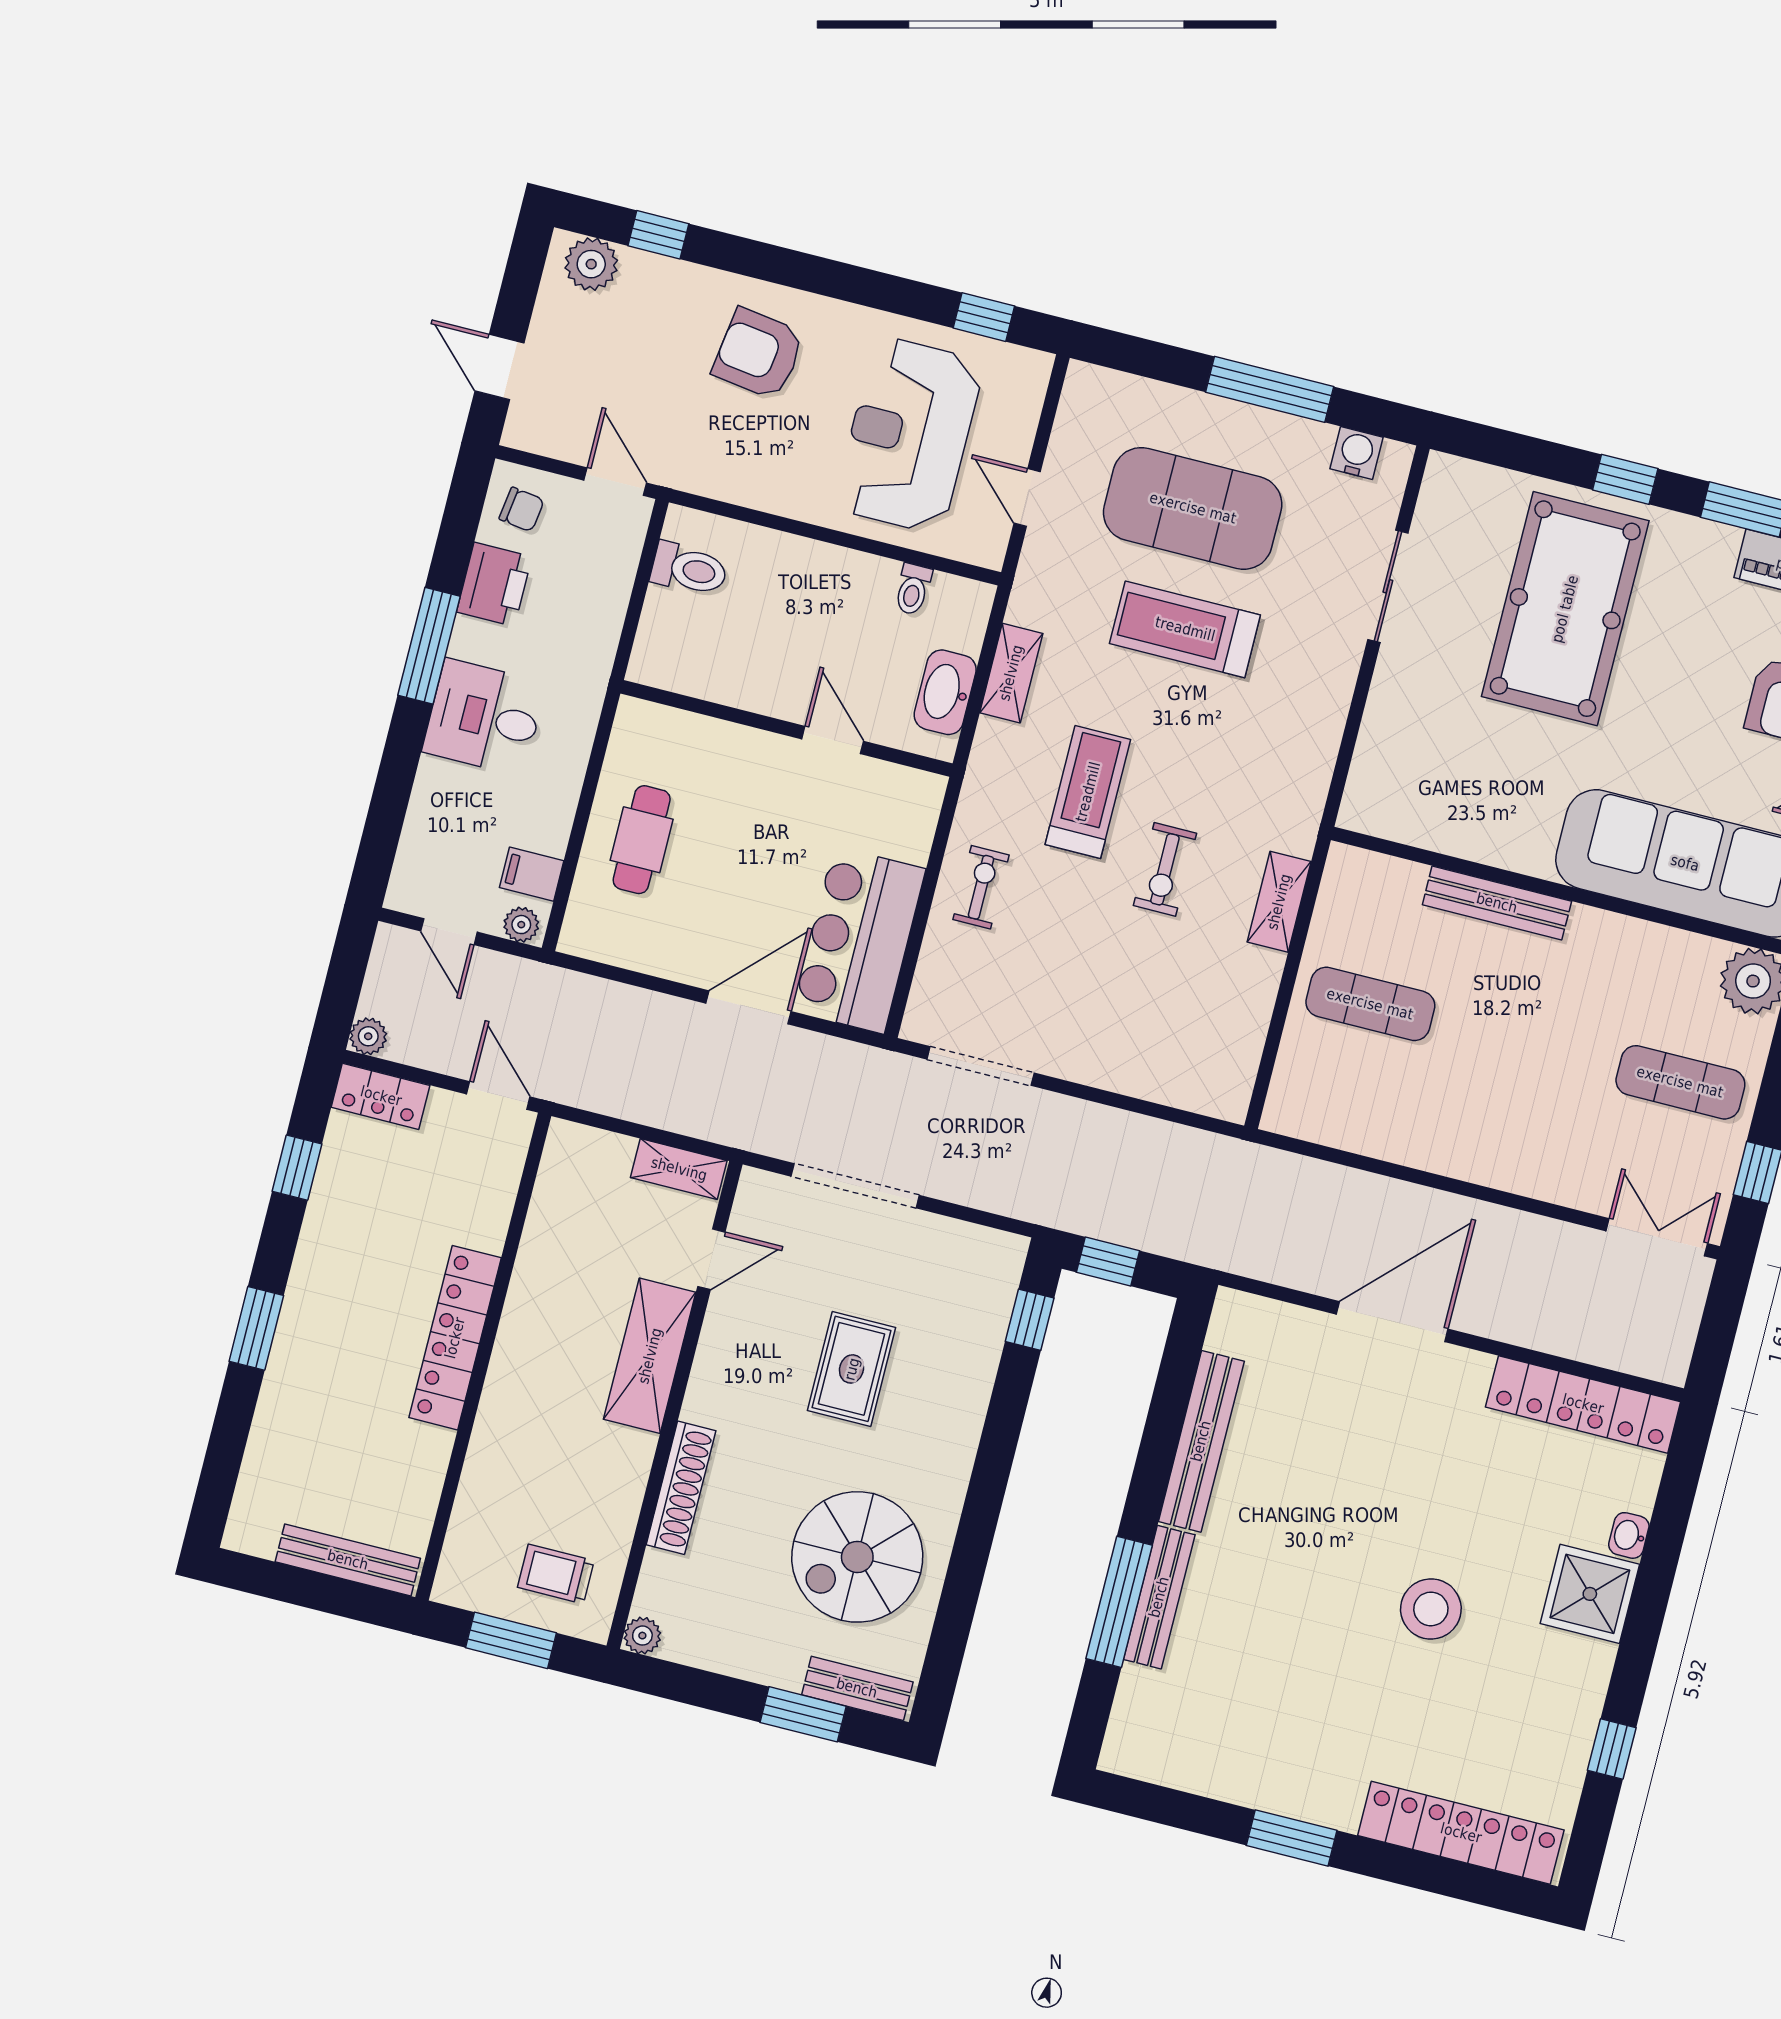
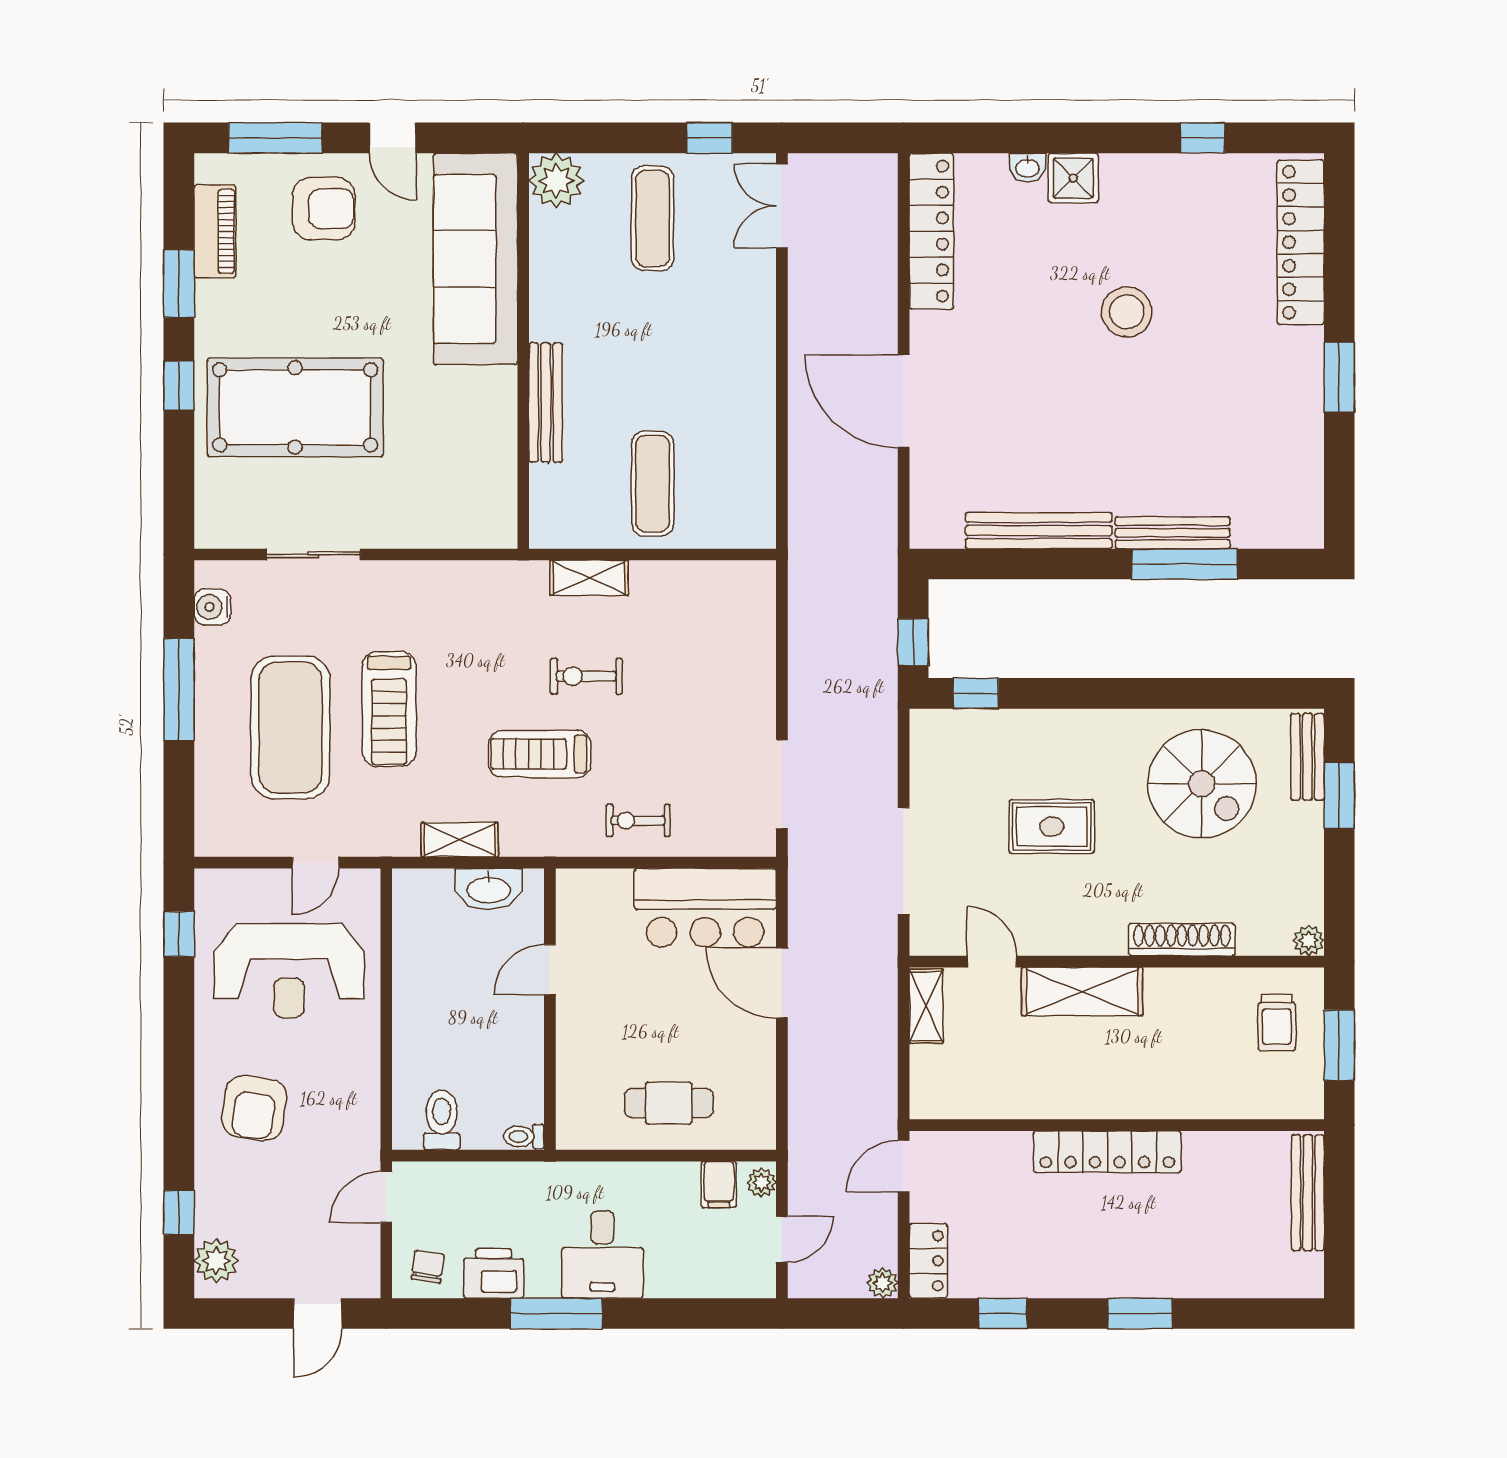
toilet: (913, 589) -> (524, 1136), moved, turned 180
exercise bike: (1165, 869) -> (586, 676), turned 180
shower: (1590, 1594) -> (1073, 178), width x0.73, depth x0.73

